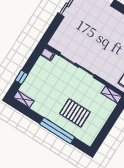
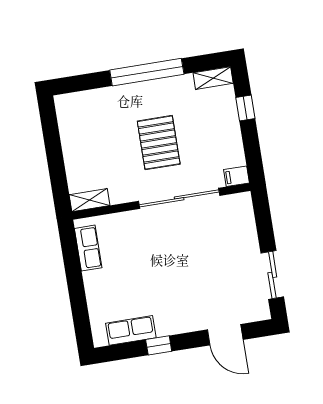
pallet: (75, 113) -> (159, 143), moved, turned 90
window: (57, 131) -> (147, 72), moved

